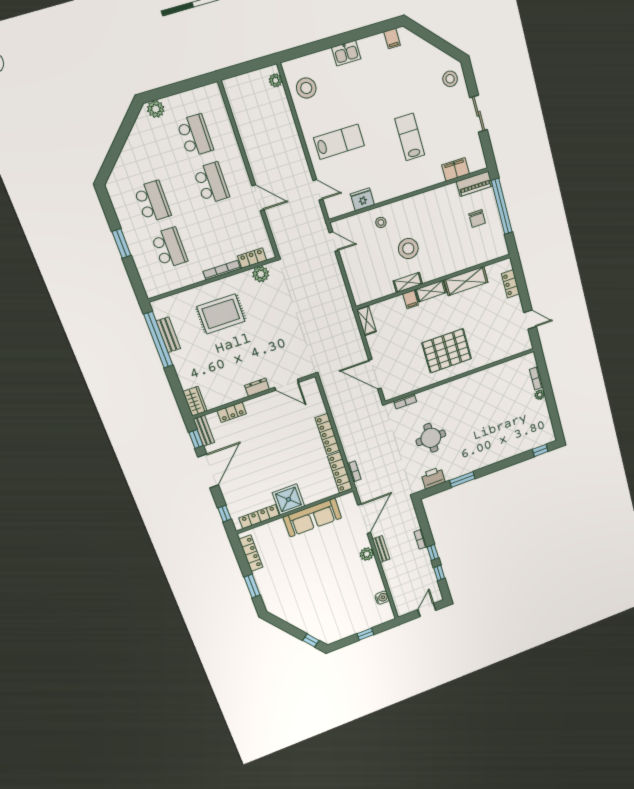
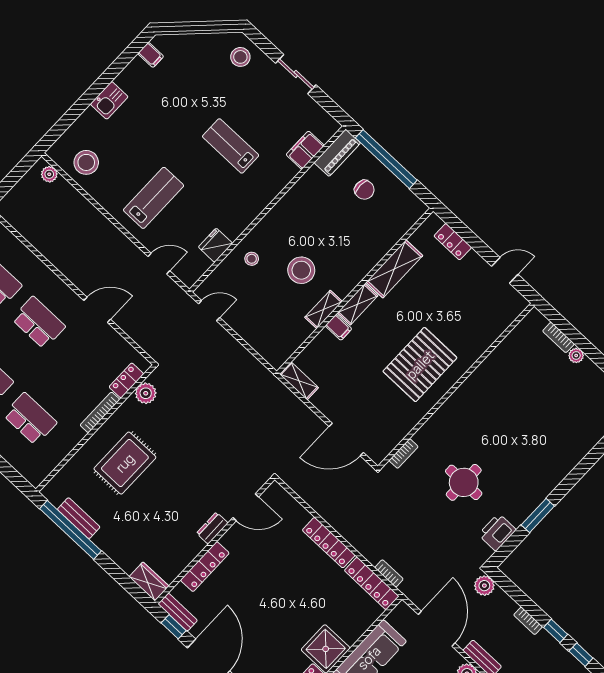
locker: (232, 412) -> (205, 567), width x1.53
plant: (407, 506) -> (484, 586), added

